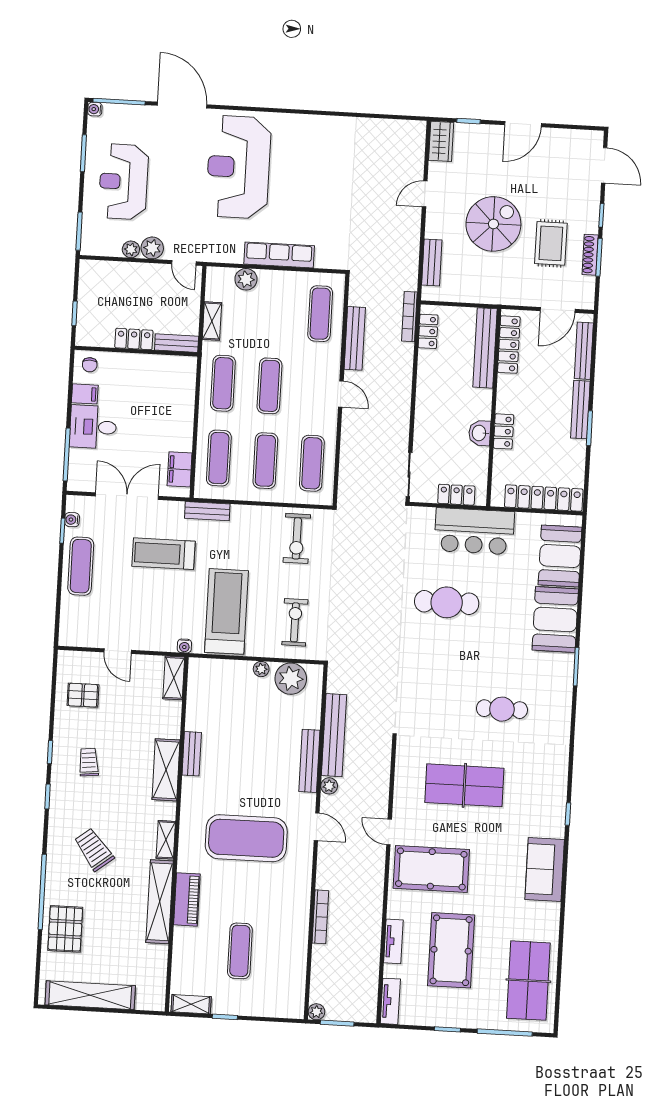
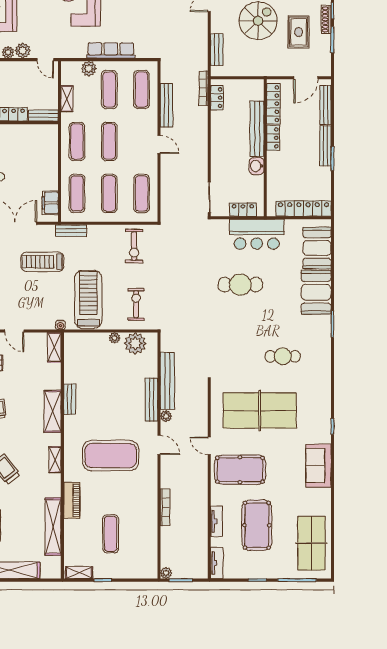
shoe rack: (590, 255) -> (326, 19), moved
exercise mat: (274, 311) -> (109, 90), added
bench: (485, 348) -> (257, 129), moved
locker: (504, 431) -> (273, 138), moved
table tennis table: (464, 785) -> (260, 411), width x1.36, depth x1.32
shelving: (160, 902) -> (53, 527), moved

